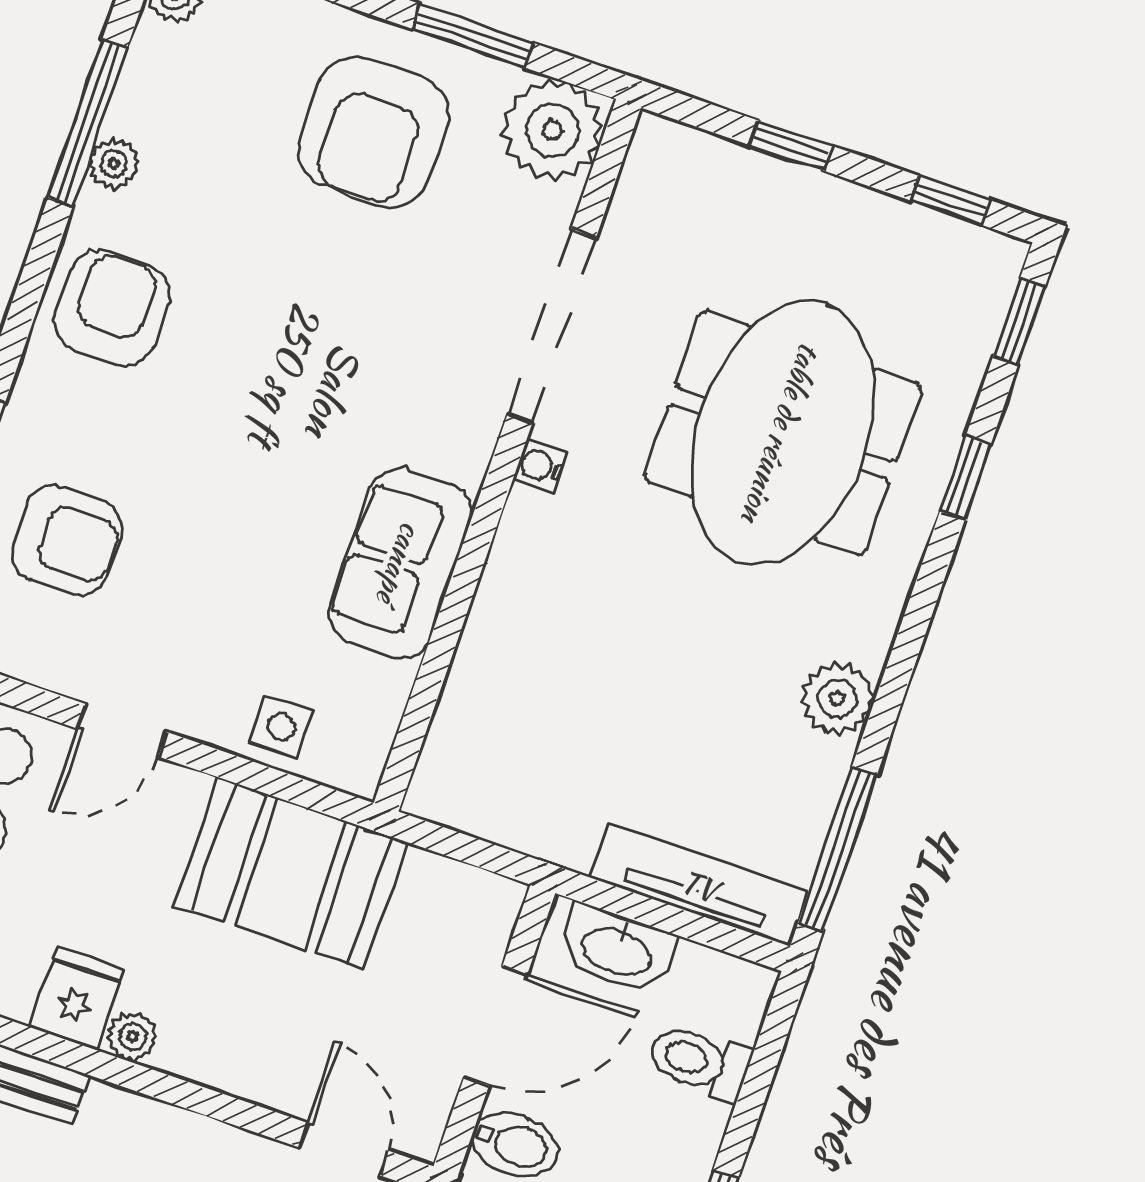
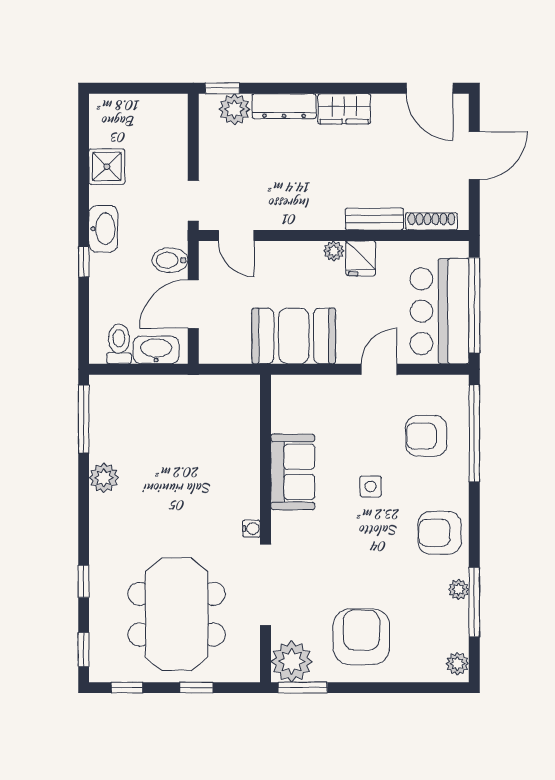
window: (473, 36) -> (303, 688), moved
armchair: (113, 308) -> (439, 533), turned 90
meeting table: (782, 433) -> (177, 614), moved
side table: (281, 727) -> (371, 486), moved
tv unit: (699, 885) -> (133, 386), removed
toilet: (699, 1062) -> (119, 344), moved, turned -90

